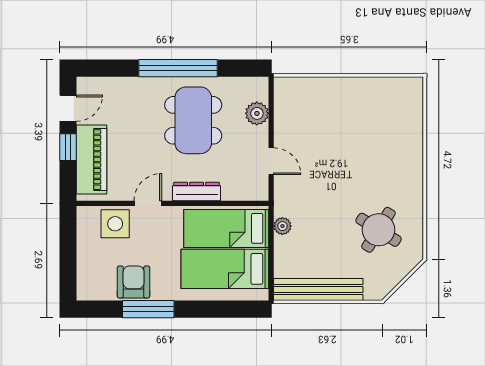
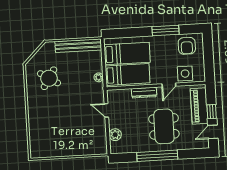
dining table: (193, 120) -> (164, 126), moved
armchair: (134, 282) -> (187, 46), moved

